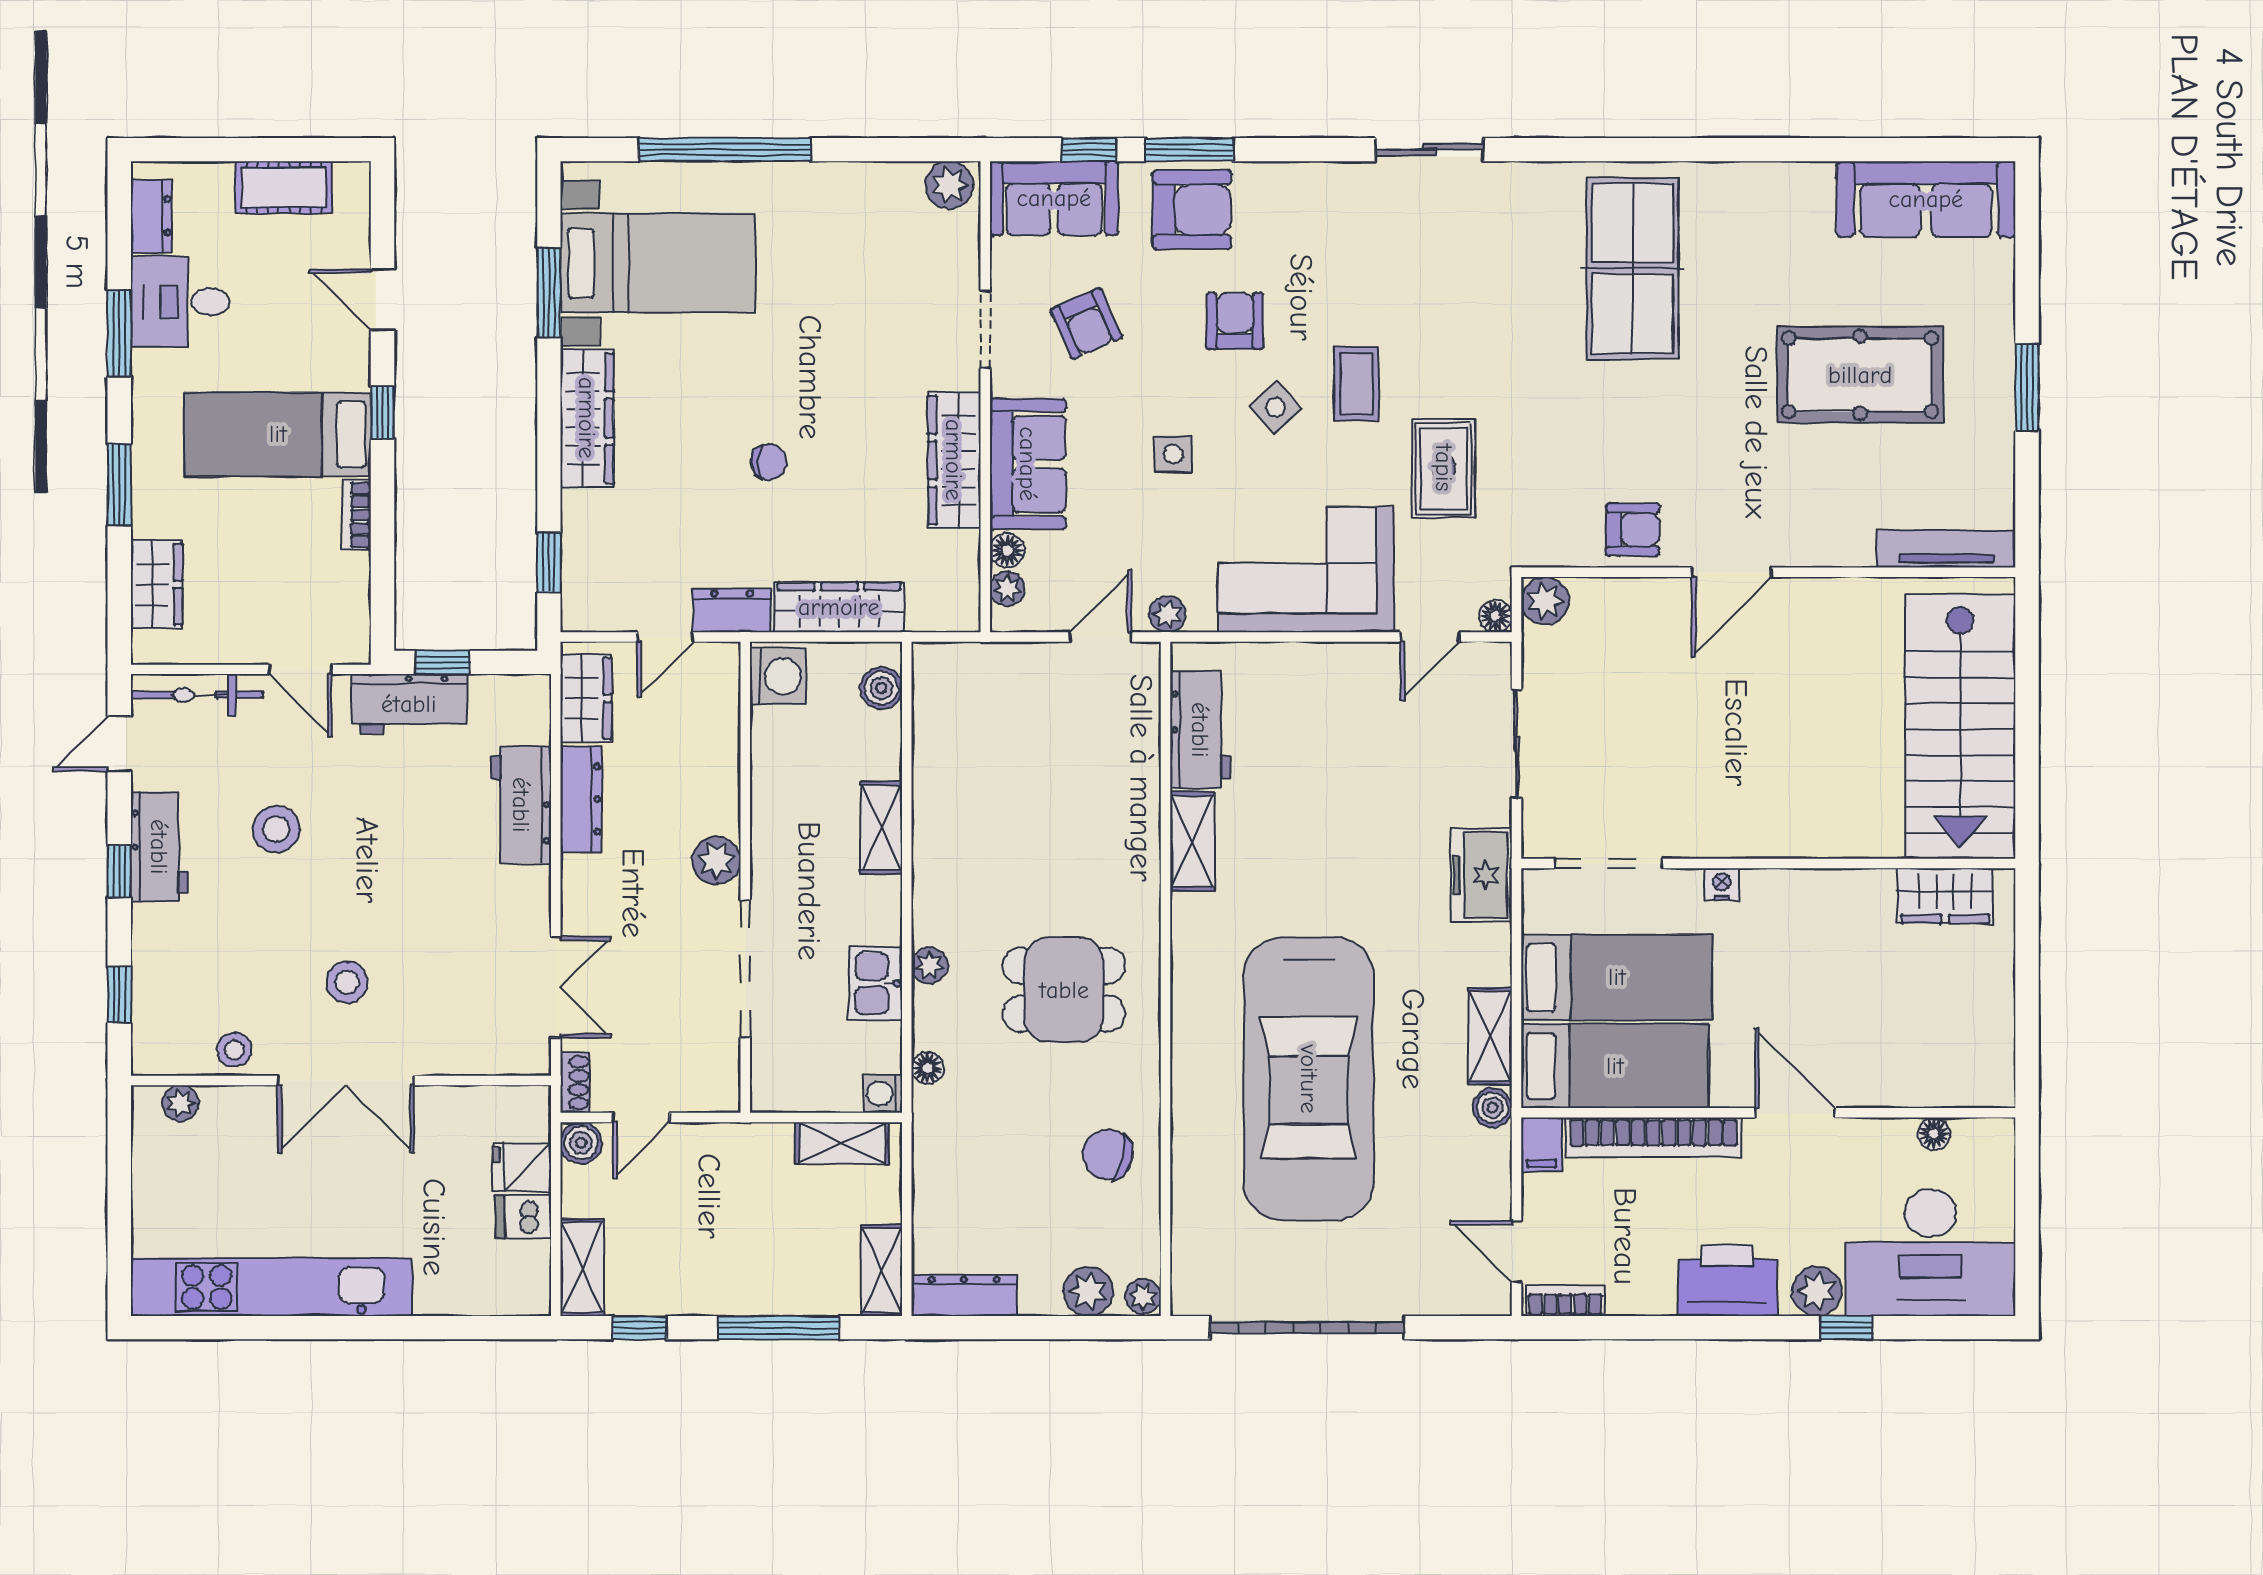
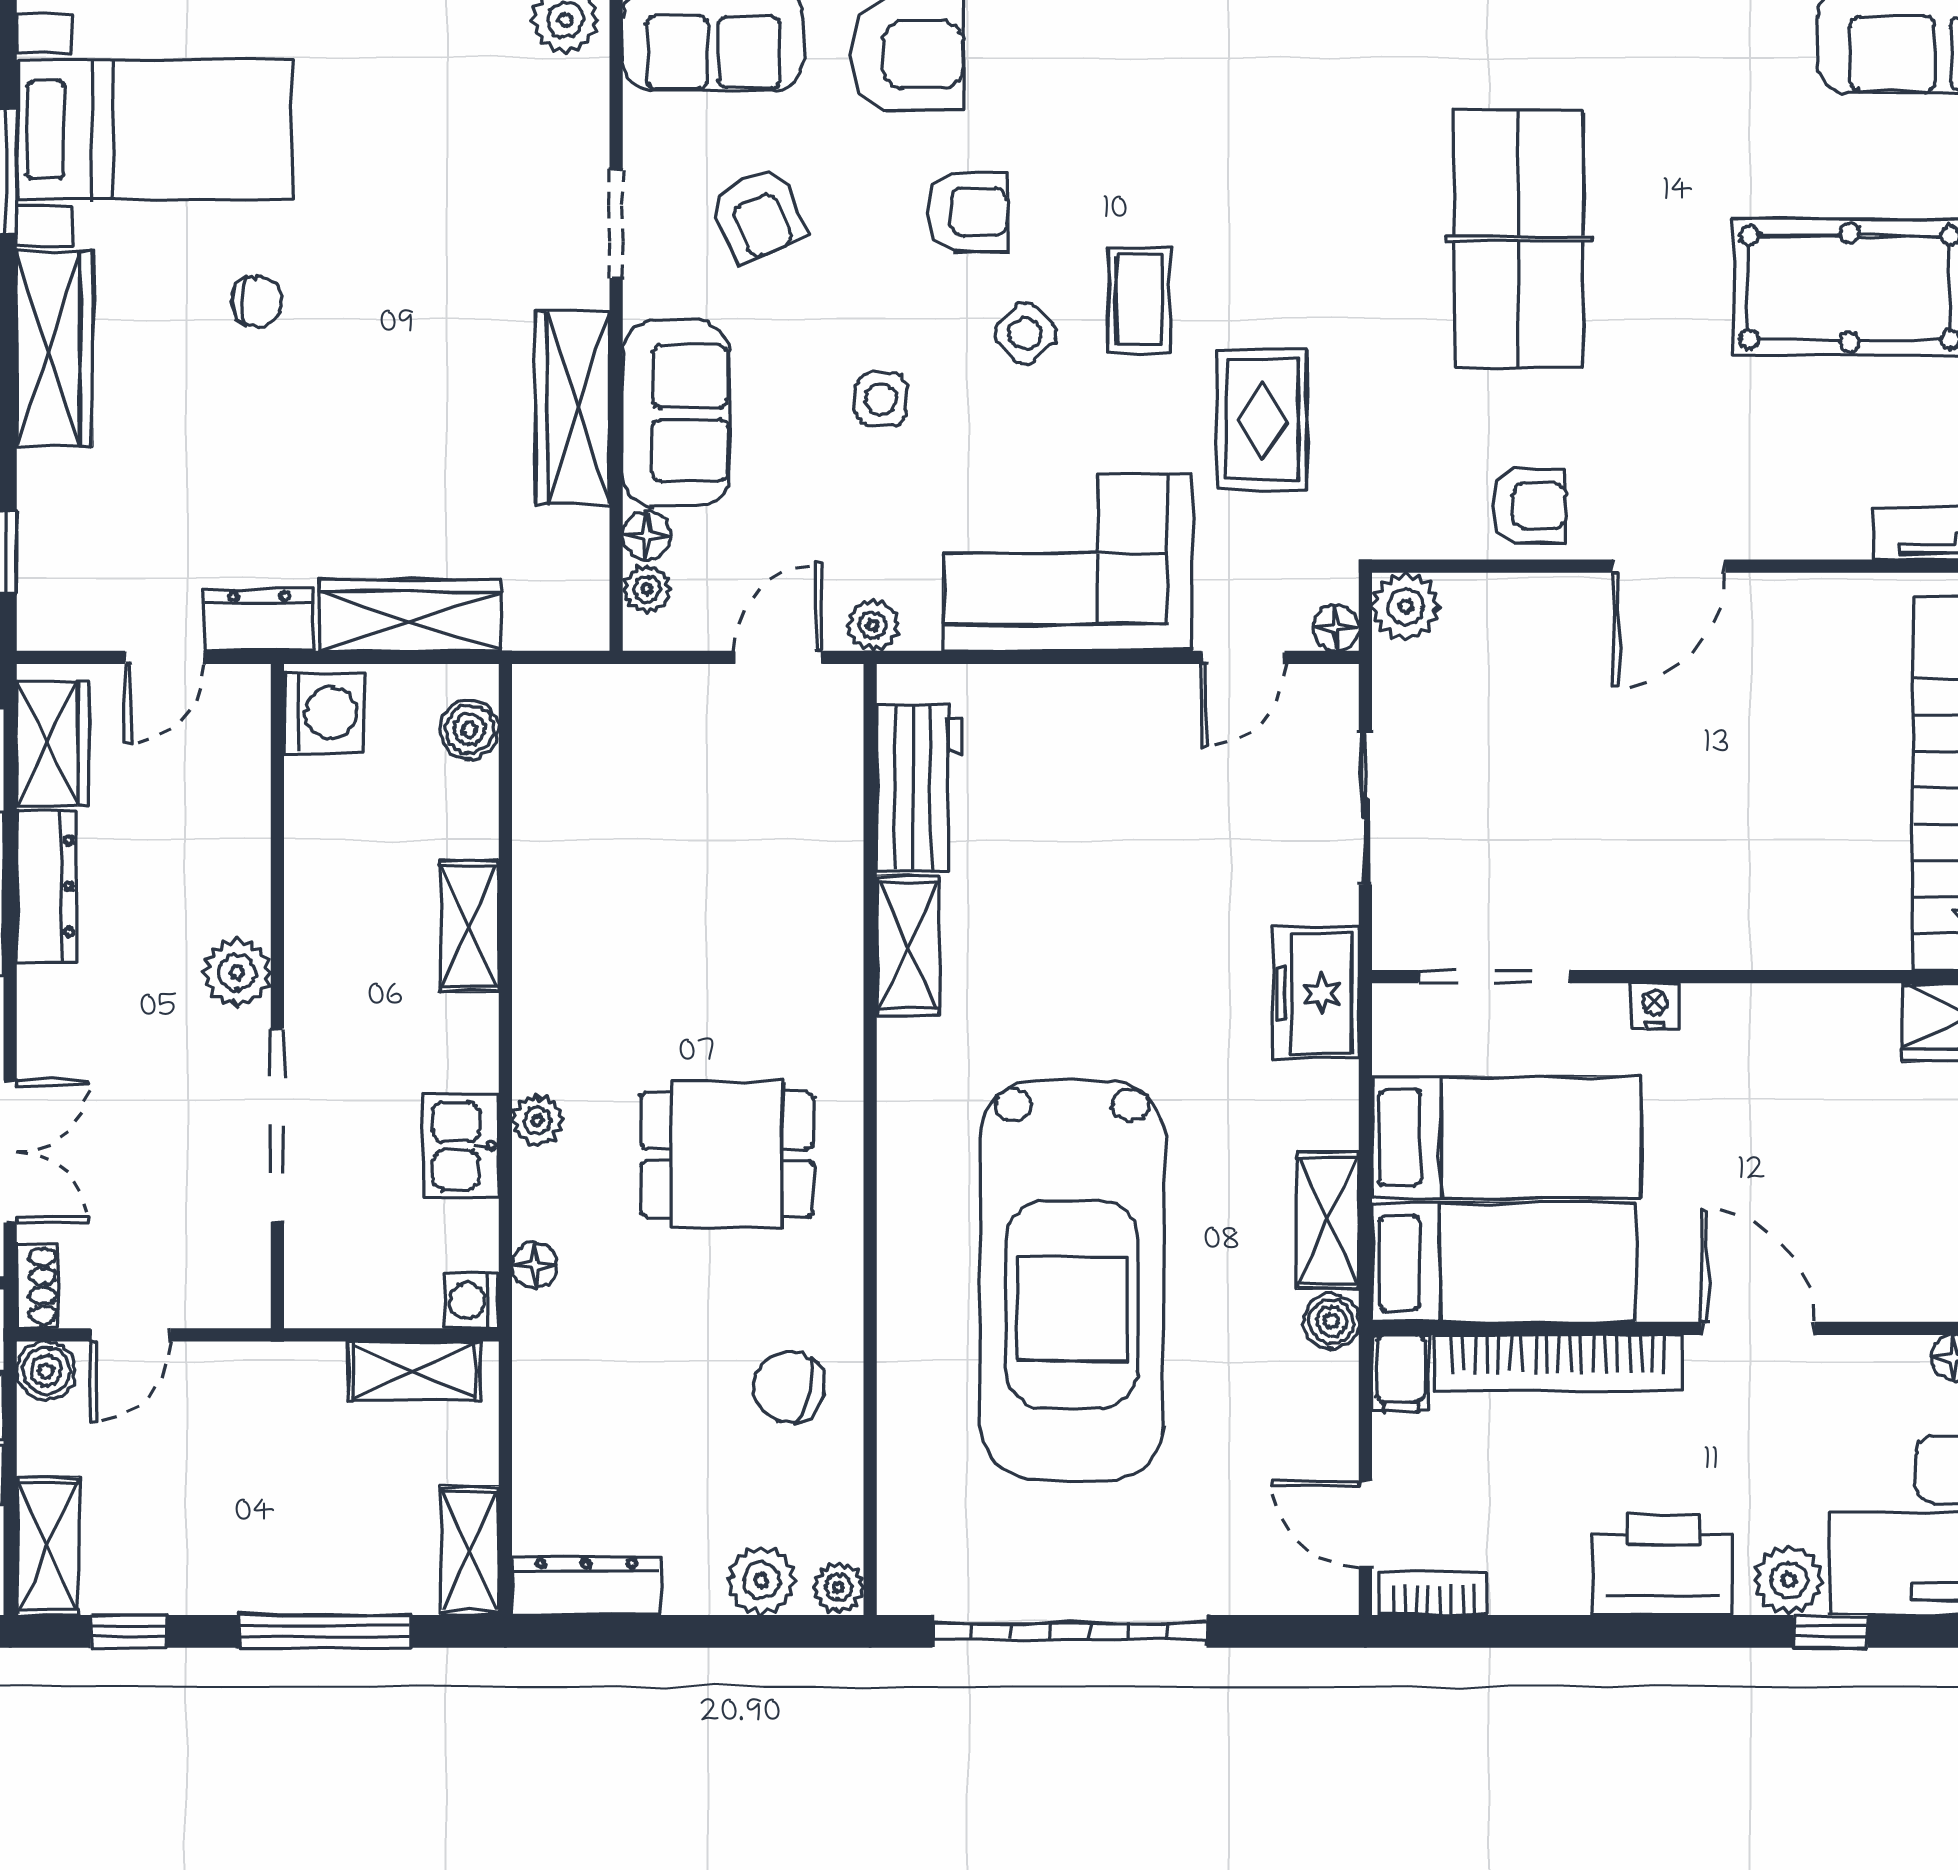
table tennis table: (1632, 268) -> (1518, 239), moved
armchair: (1235, 321) -> (968, 212), turned 90
chair: (769, 462) -> (257, 301), moved

